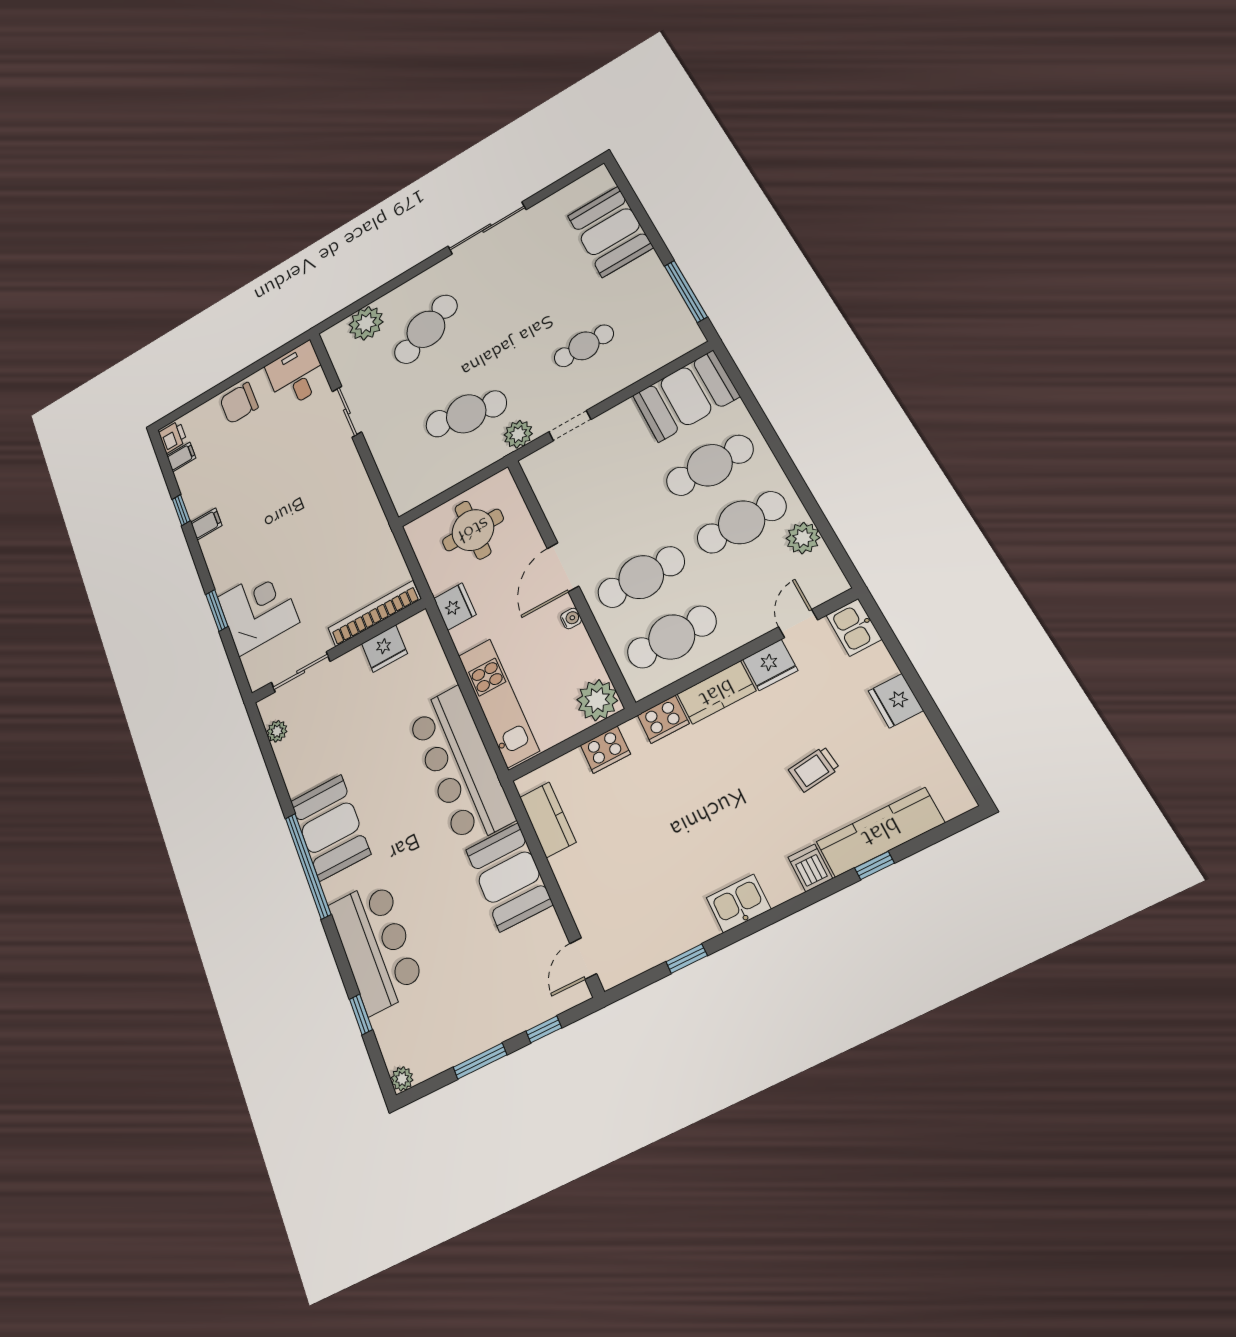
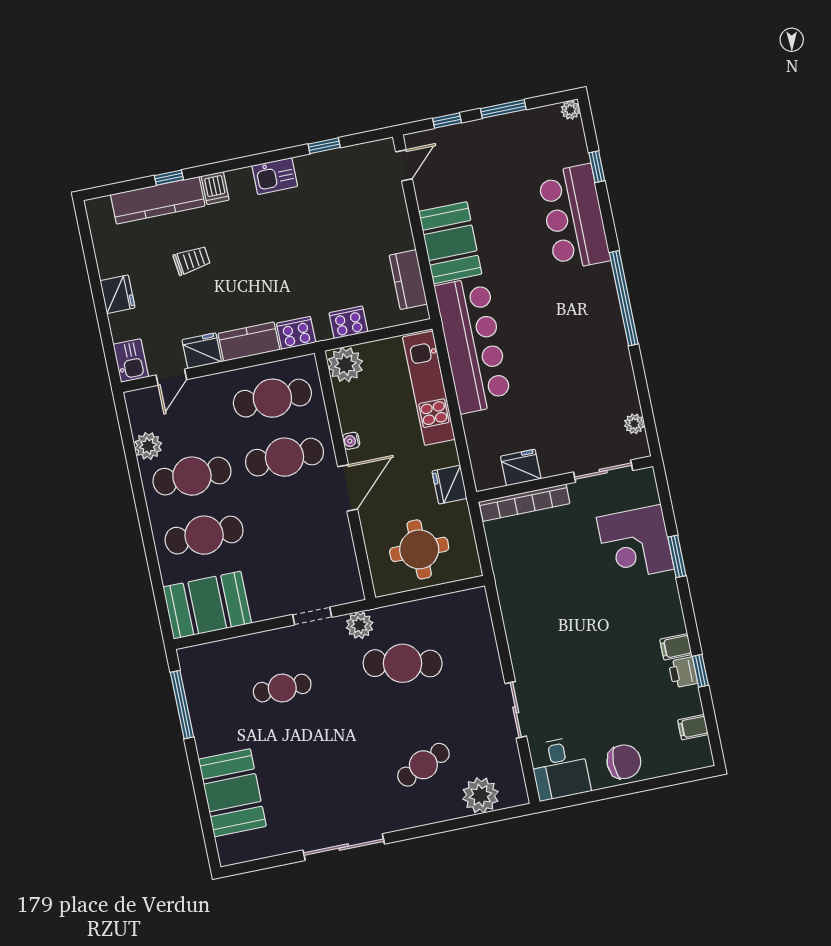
cafe table: (426, 329) -> (423, 765), width x0.73, depth x0.74
printer: (173, 437) -> (683, 672), moved
booth: (330, 828) -> (598, 325), removed

